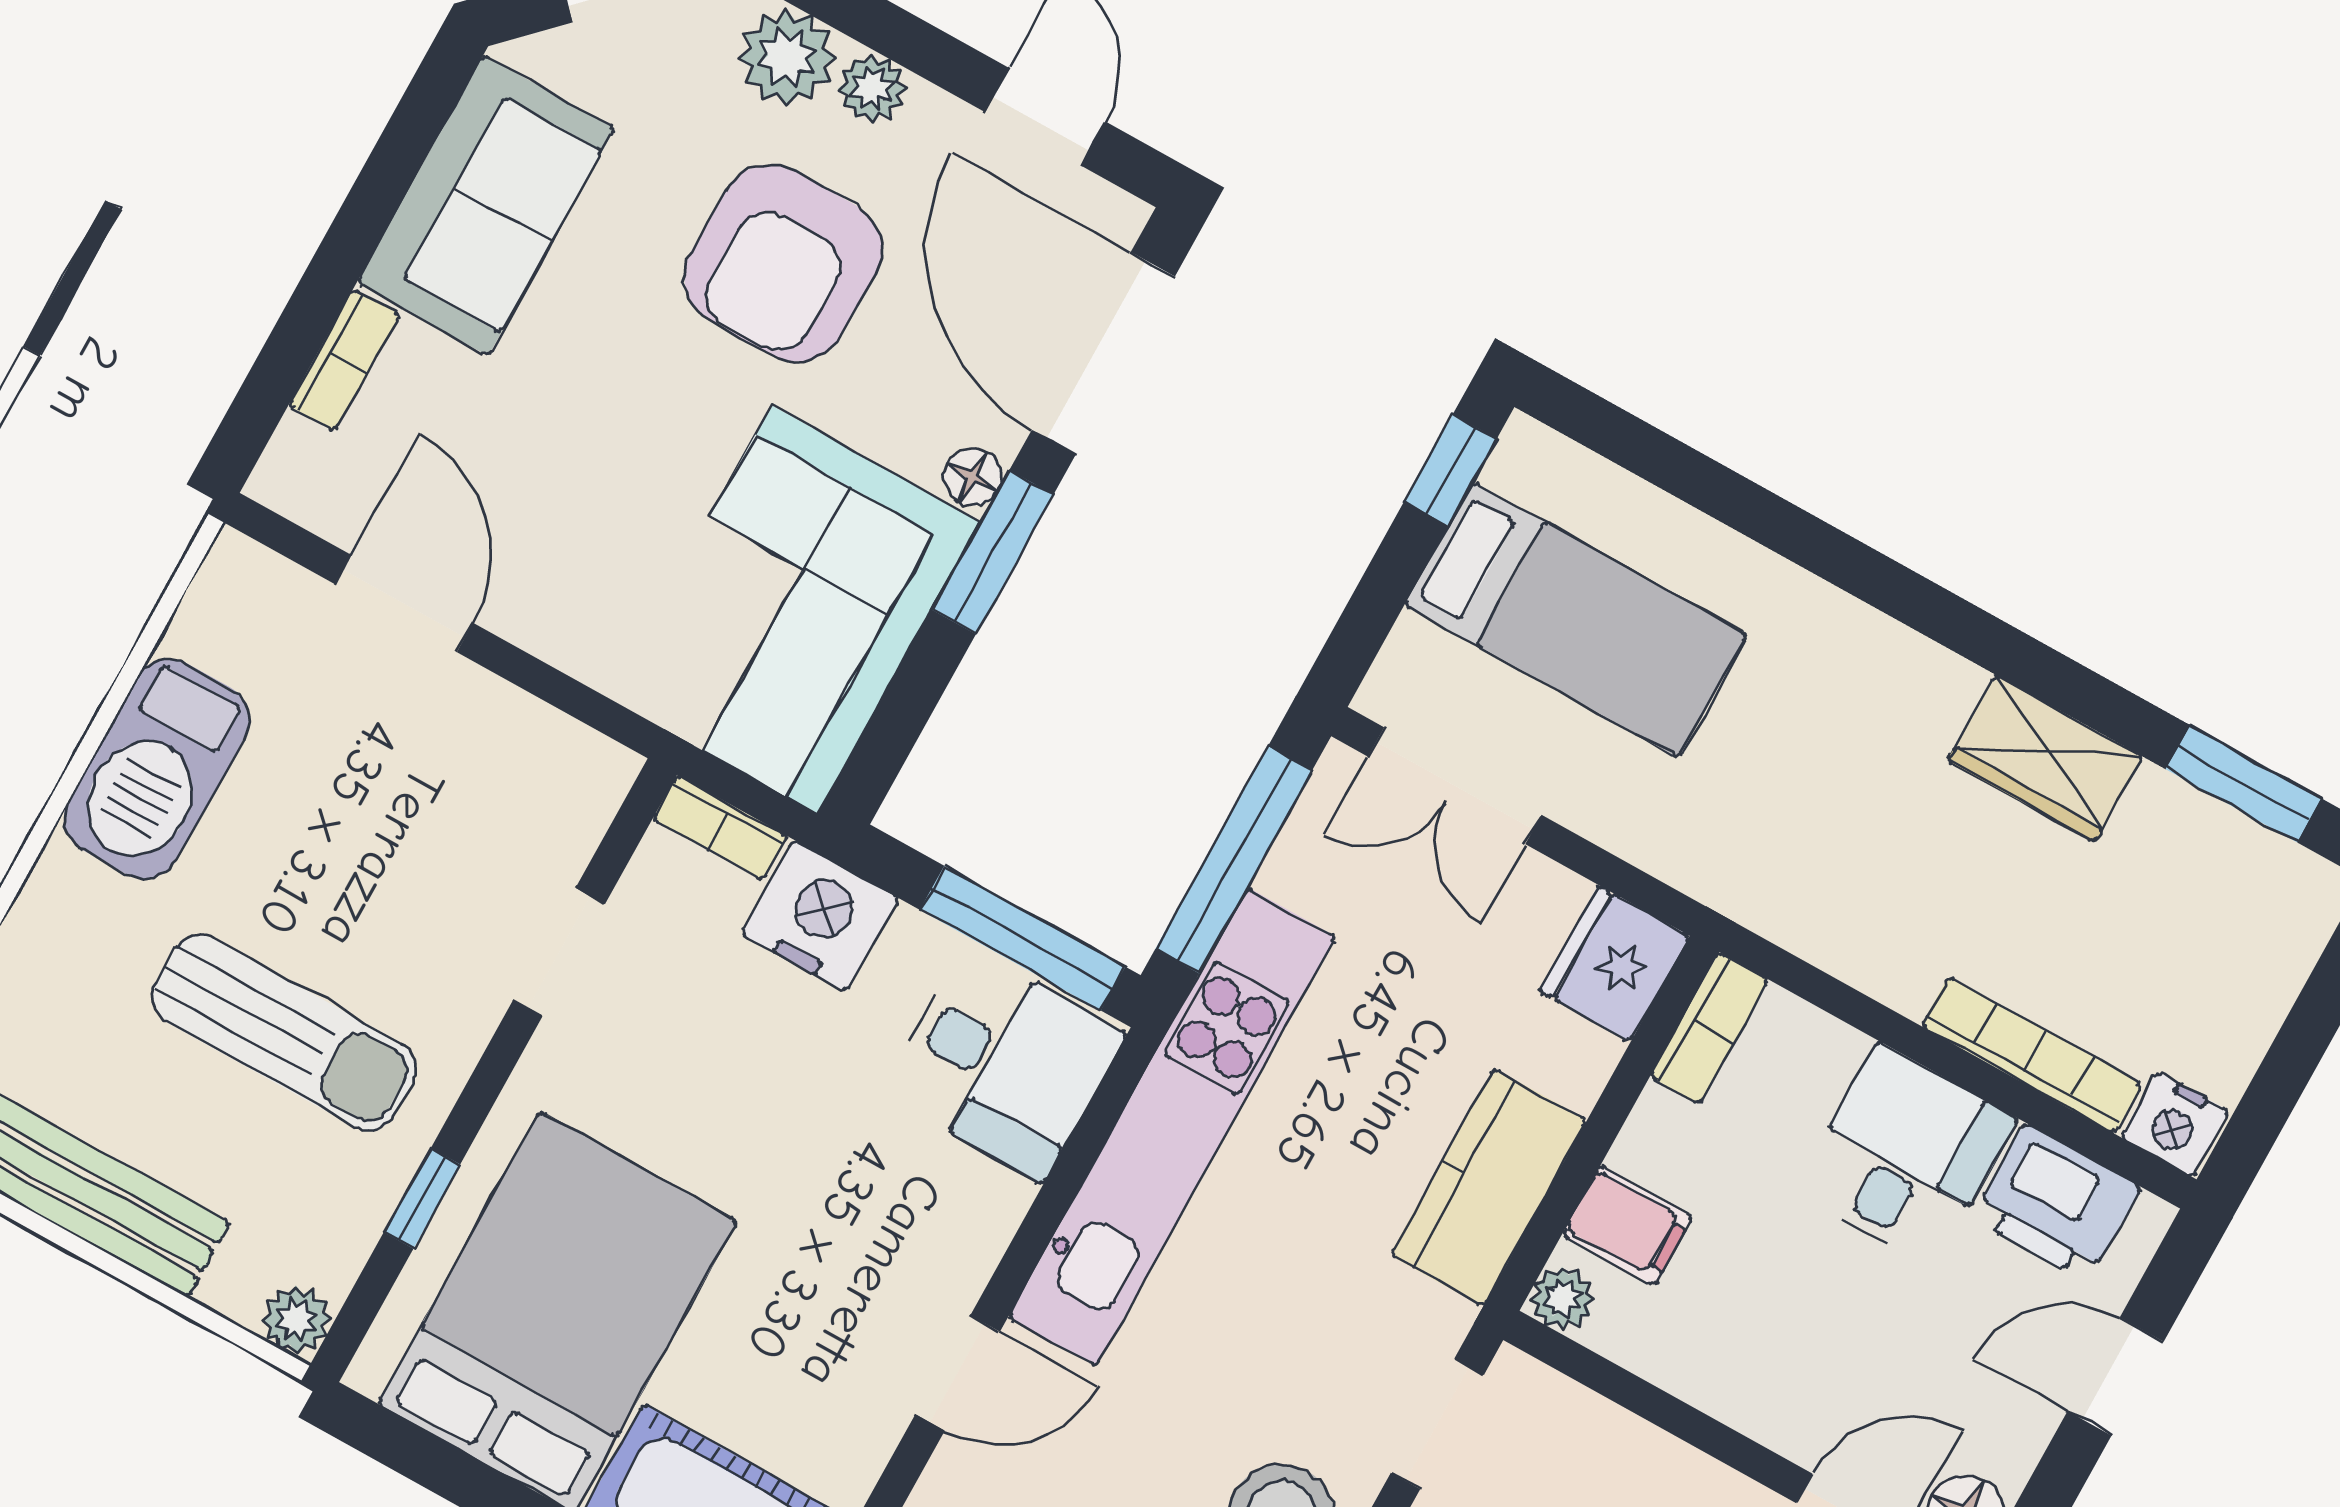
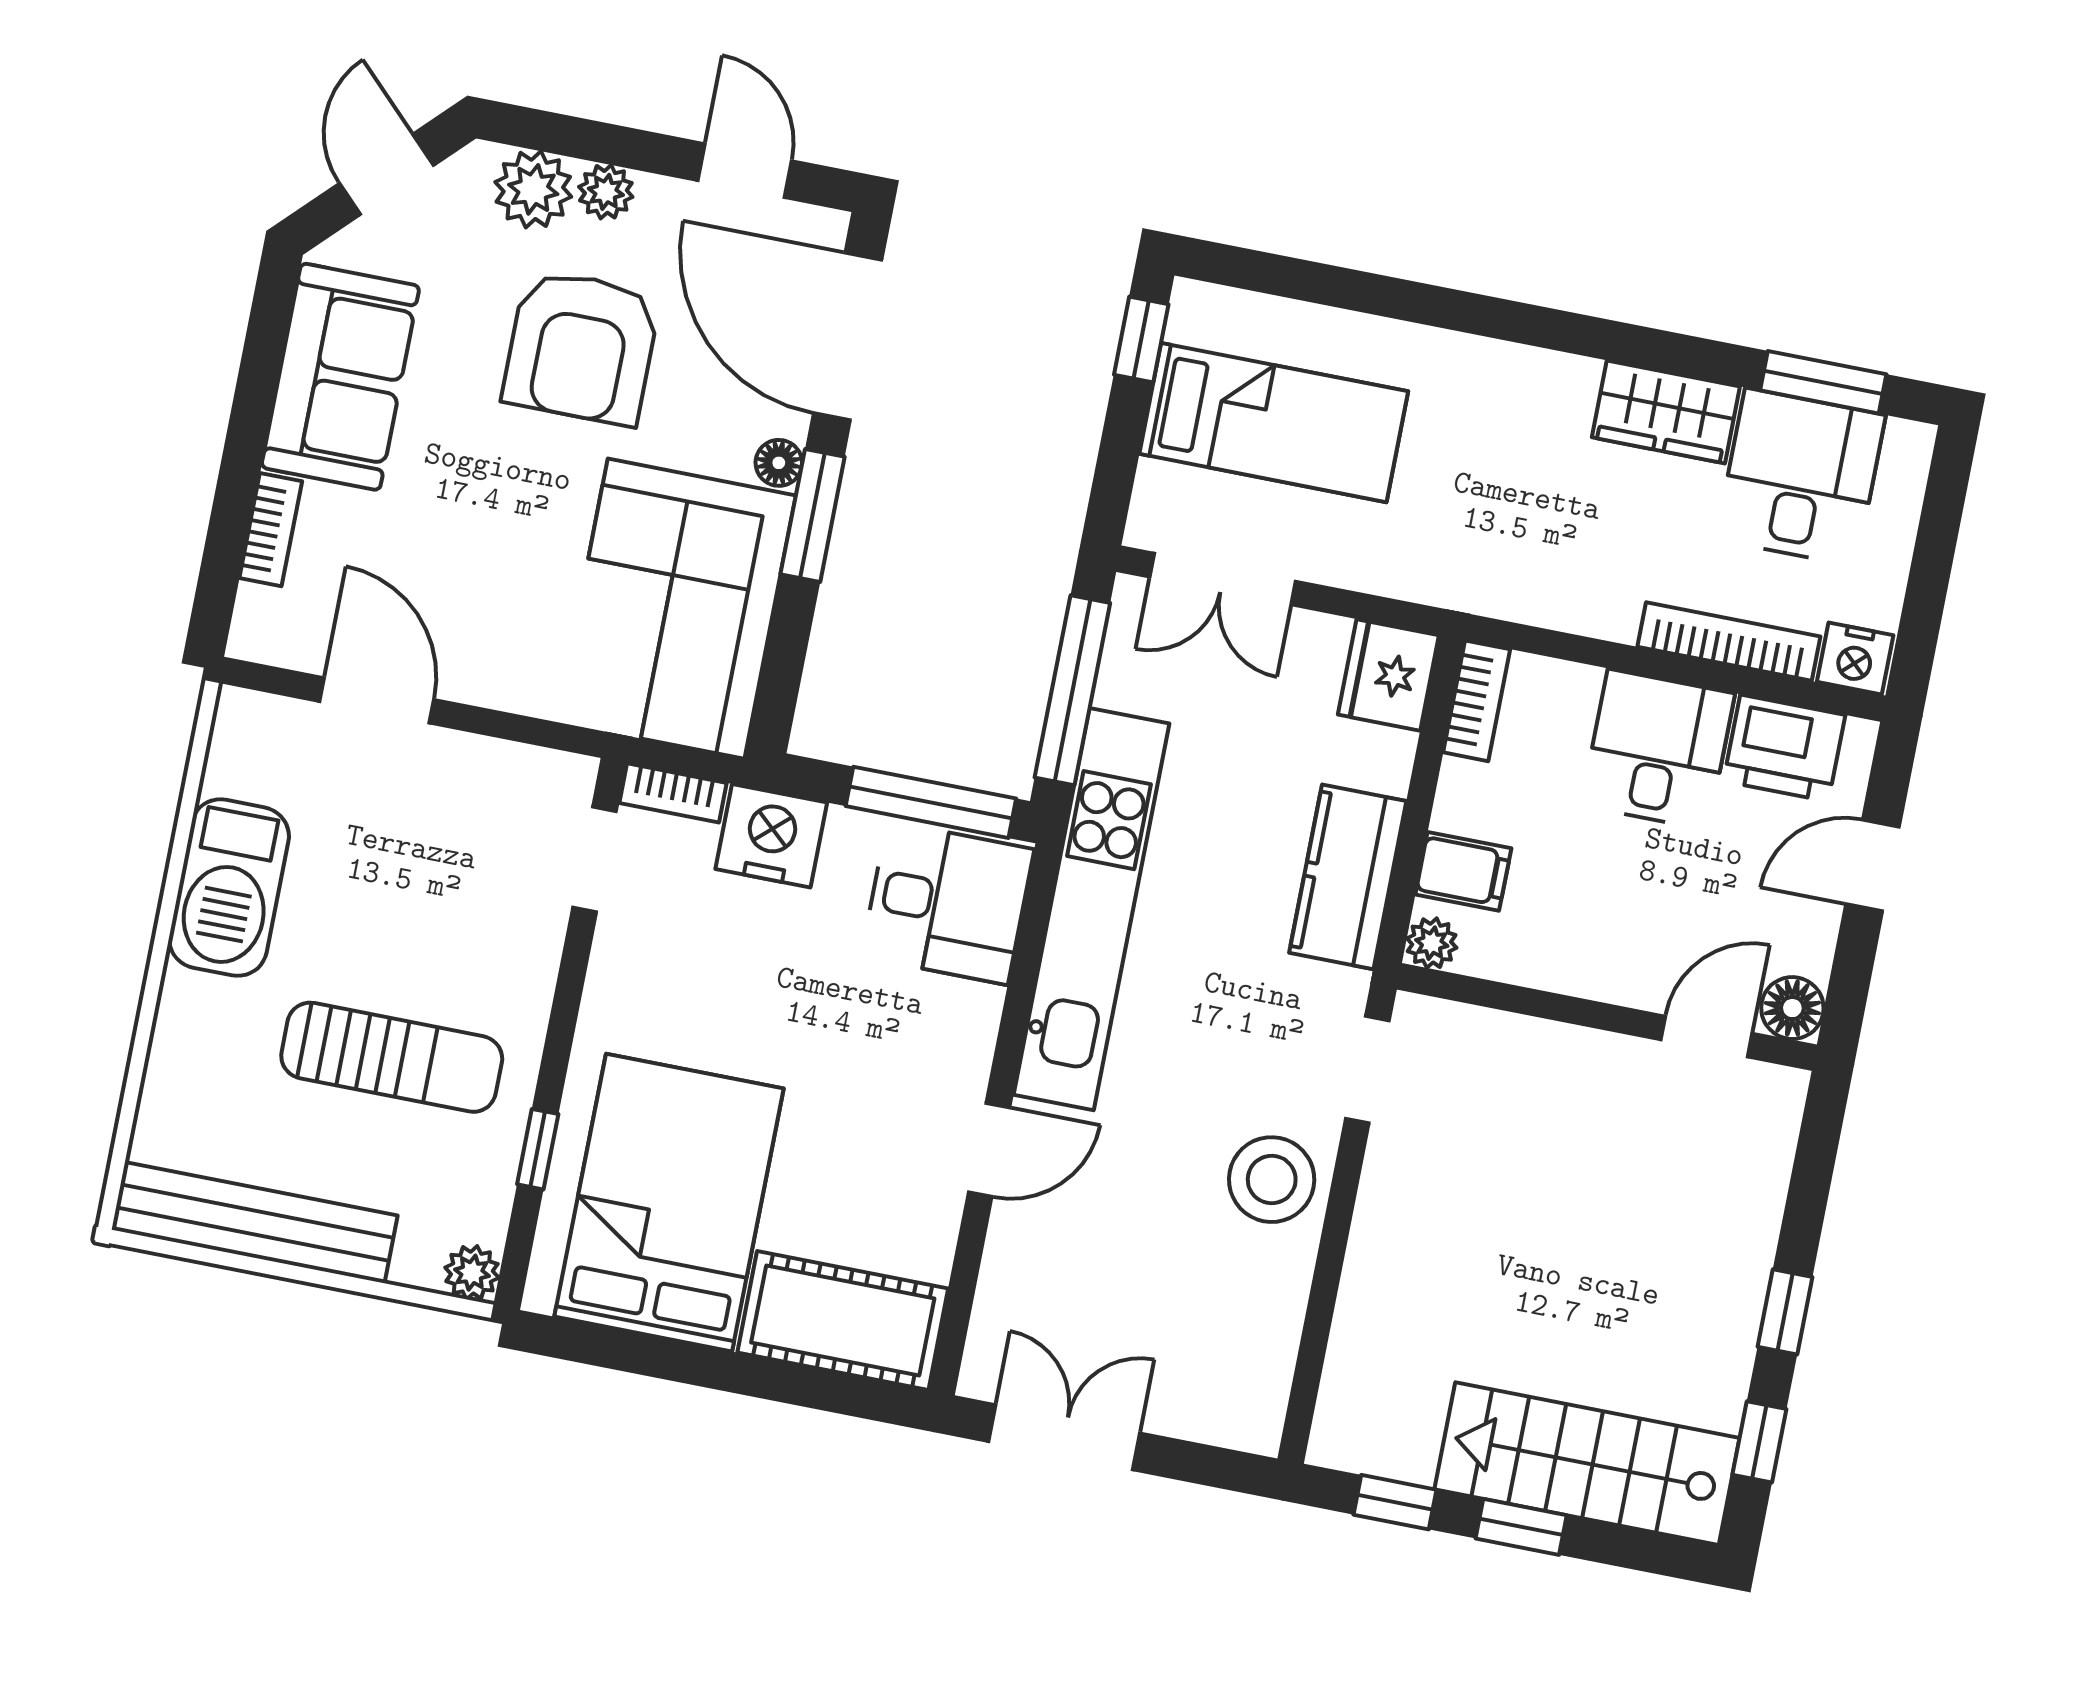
desk: (2180, 888) -> (1801, 477), added
doorway: (559, 952) -> (595, 860), moved

